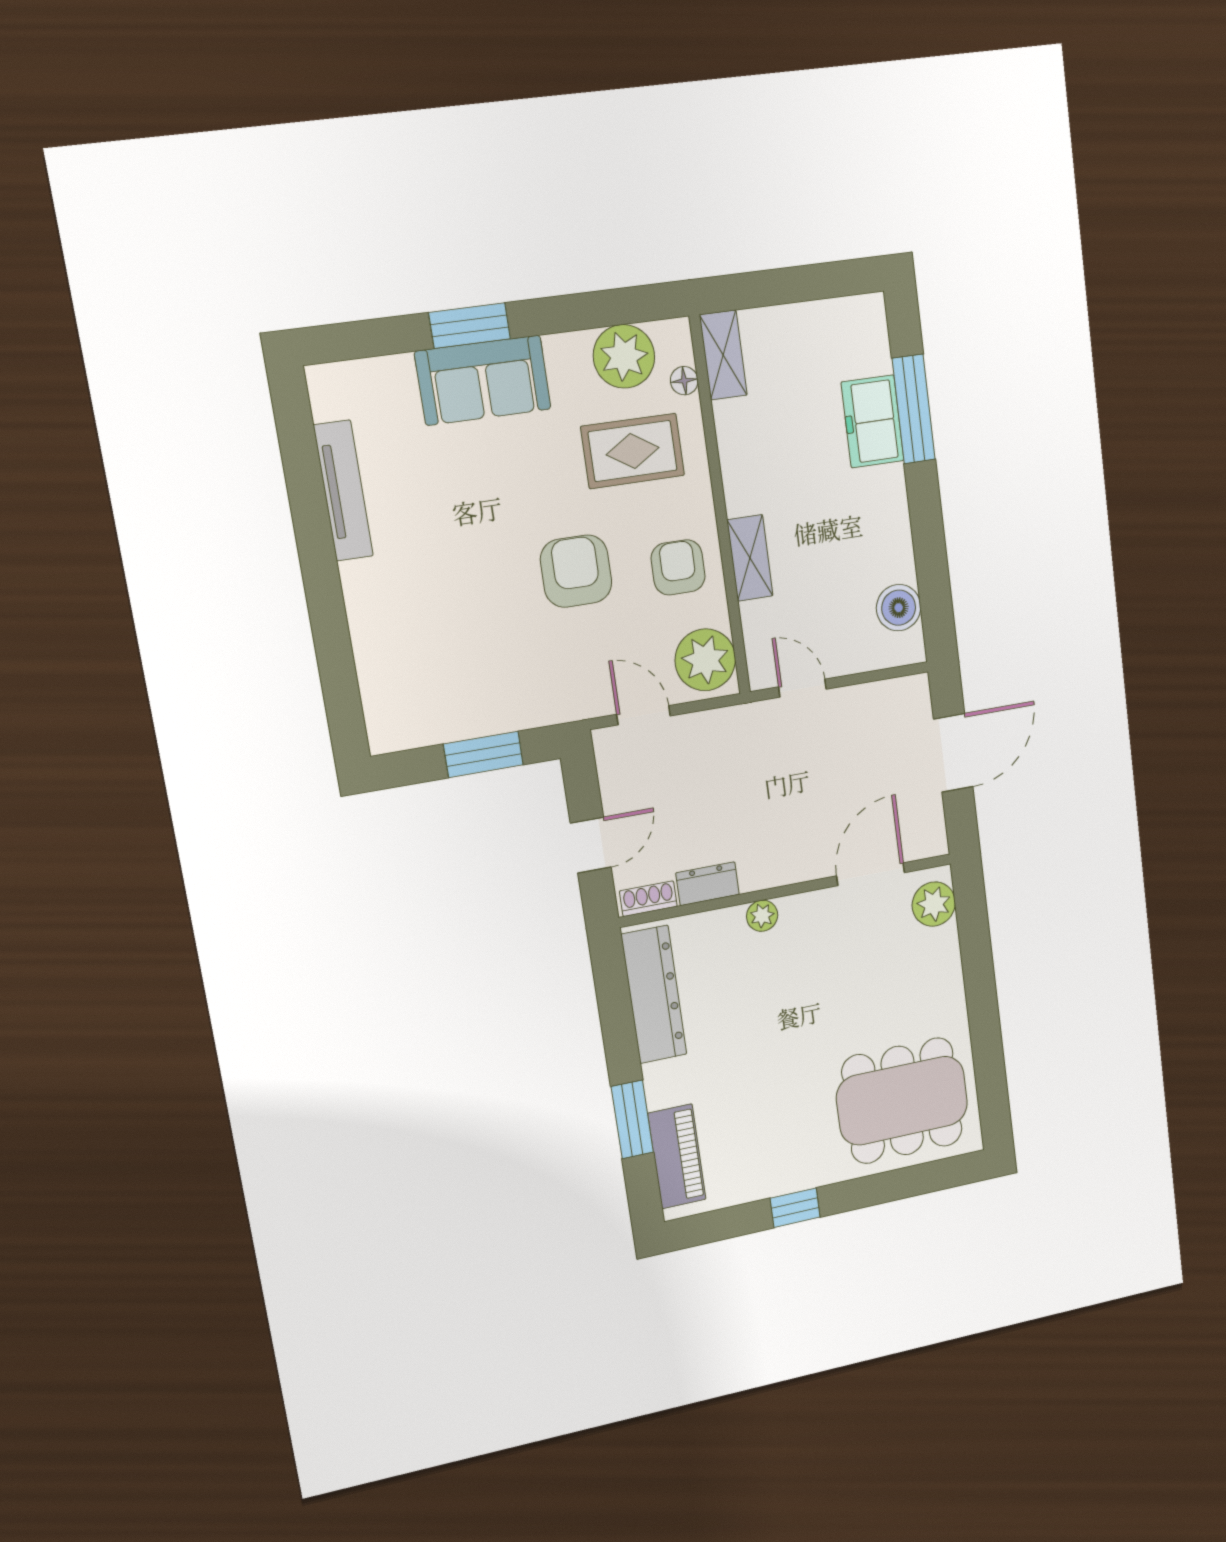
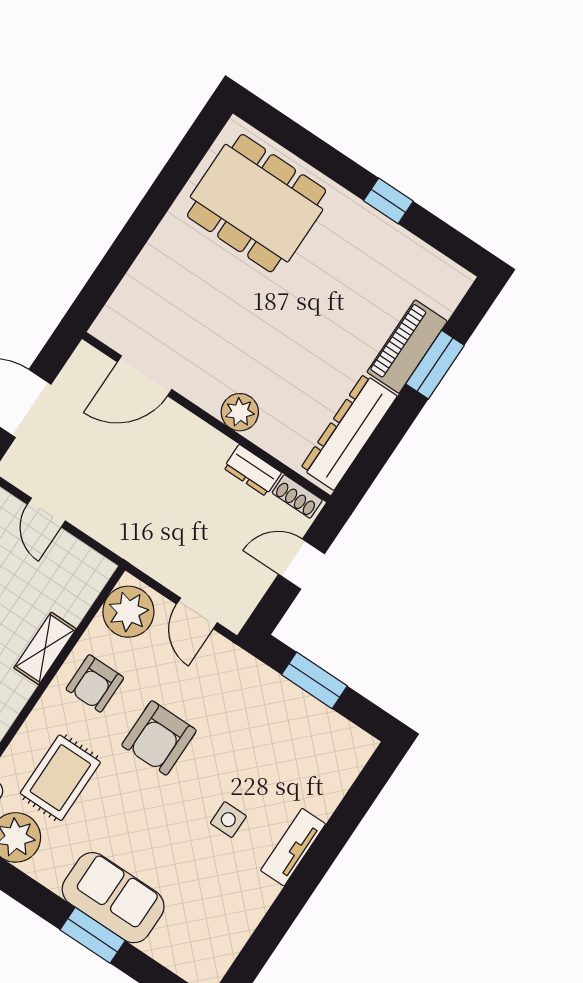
rug: (633, 451) -> (60, 778), turned 90
tv unit: (343, 491) -> (293, 847), moved, width x0.71
side table: (443, 554) -> (228, 820), added
door: (802, 688) -> (46, 513), moved
plant: (934, 904) -> (121, 316), removed
plant: (762, 916) -> (240, 412), width x1.38, depth x1.38
piano: (677, 1156) -> (407, 347), moved

